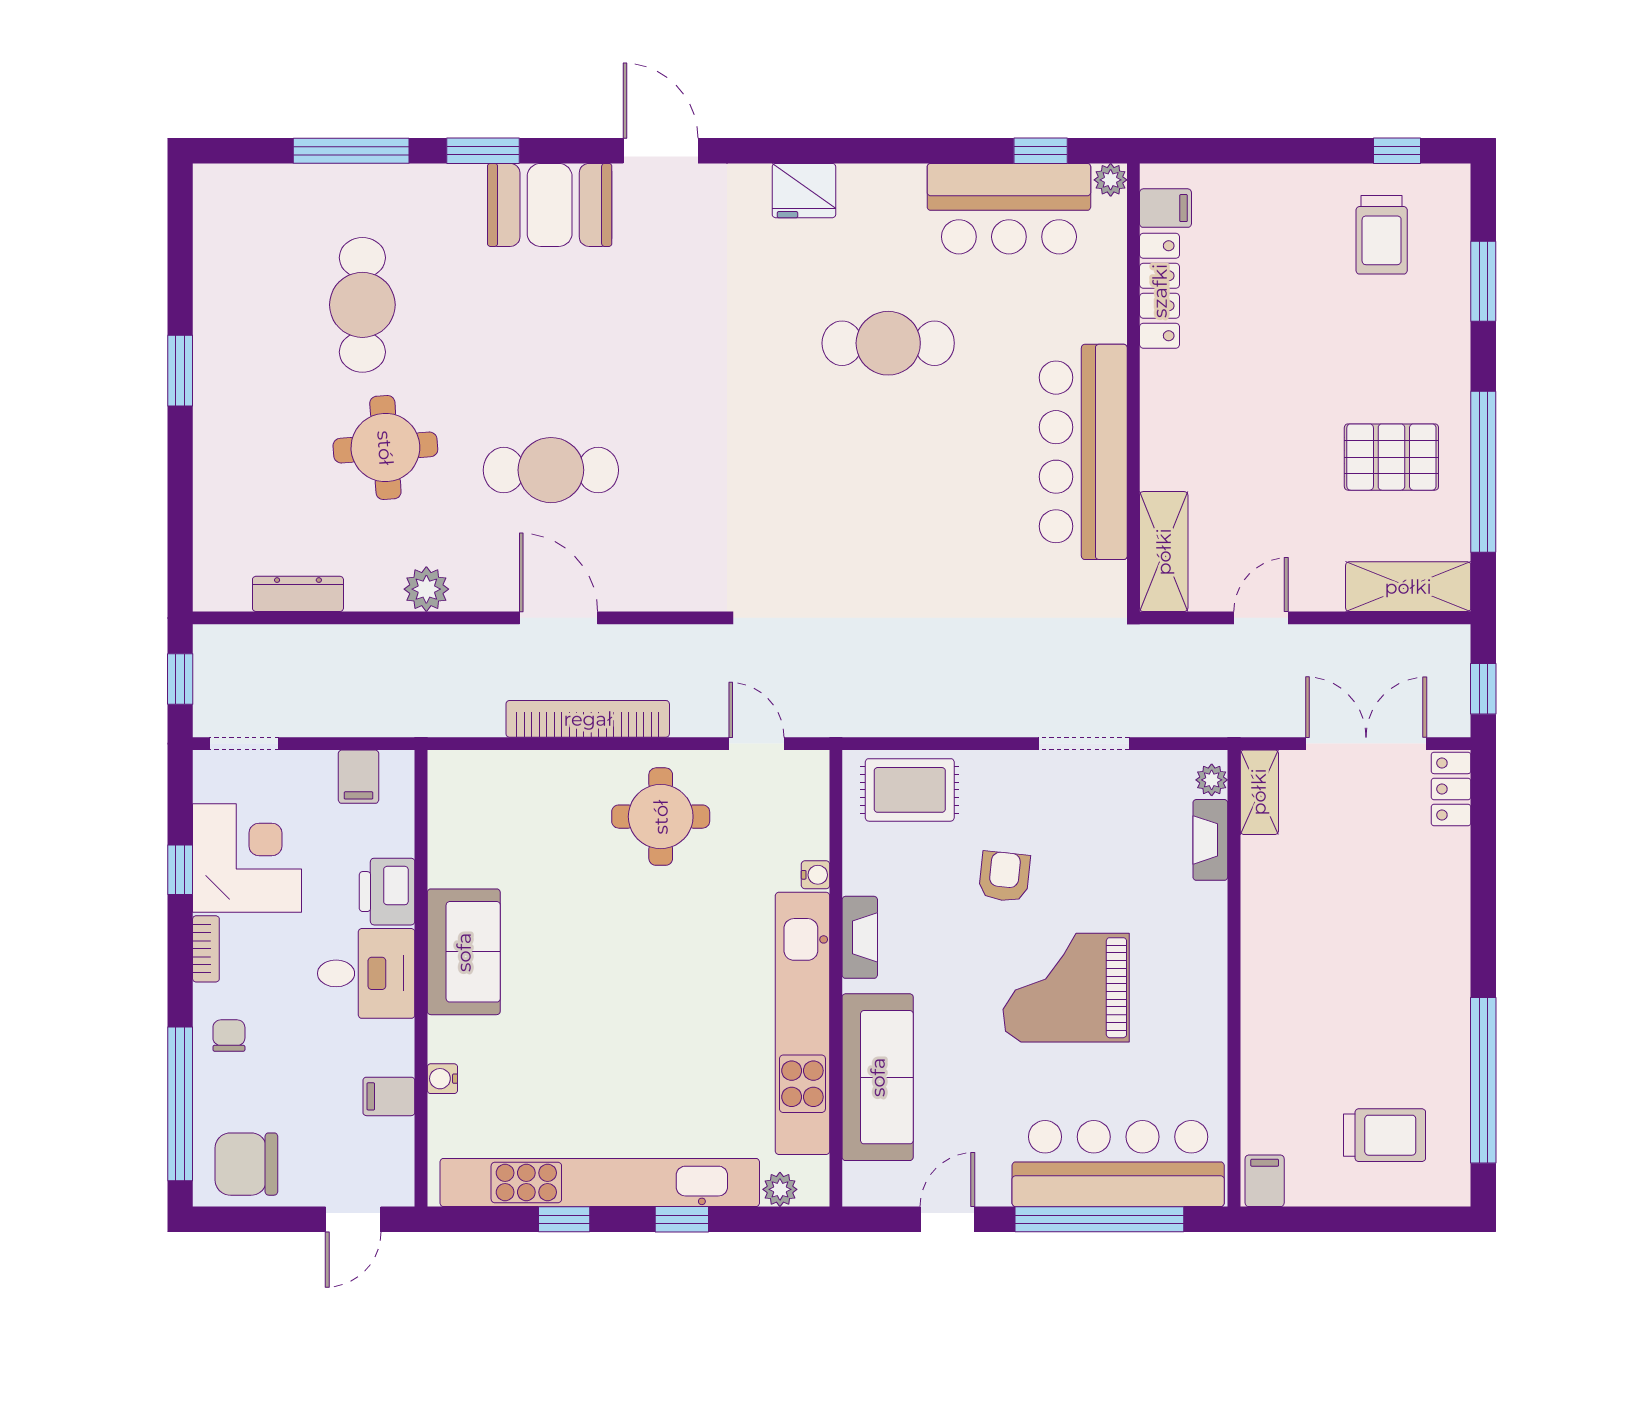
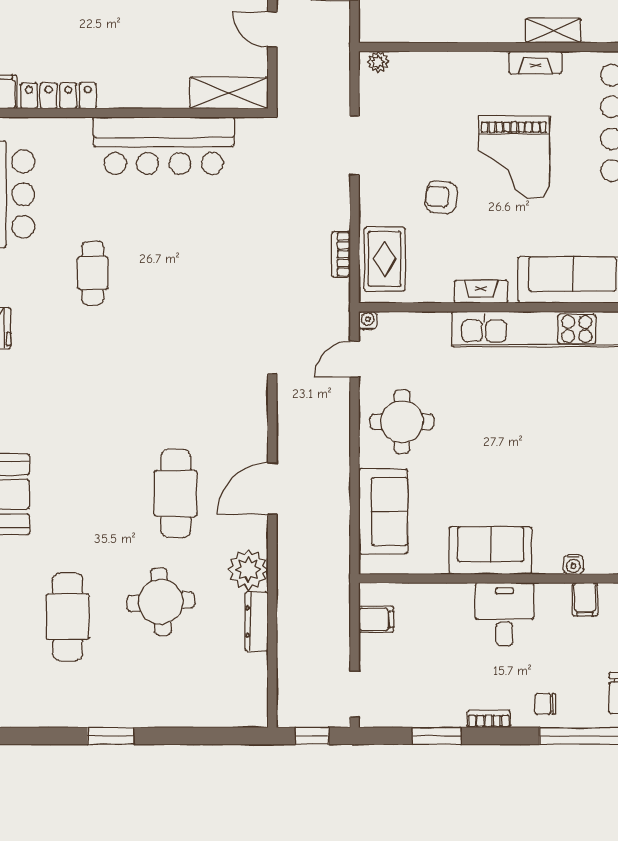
cafe table: (362, 305) -> (68, 617), turned 90
cafe table: (888, 343) -> (93, 273), width x0.73, depth x0.74
plant: (426, 589) -> (248, 570), width x1.36, depth x1.36
dresser: (298, 594) -> (257, 622), moved
bookcase: (588, 719) -> (341, 254), moved, width x0.43, depth x0.76
sofa: (523, 788) -> (383, 511), added
shelving: (1259, 792) -> (553, 31), moved
fireplace: (1210, 840) -> (535, 63), moved
corner desk: (247, 858) -> (429, 692), removed
window: (180, 870) -> (437, 736), width x1.50
water cooler: (816, 875) -> (368, 321), moved
printer: (387, 892) -> (451, 601), removed

